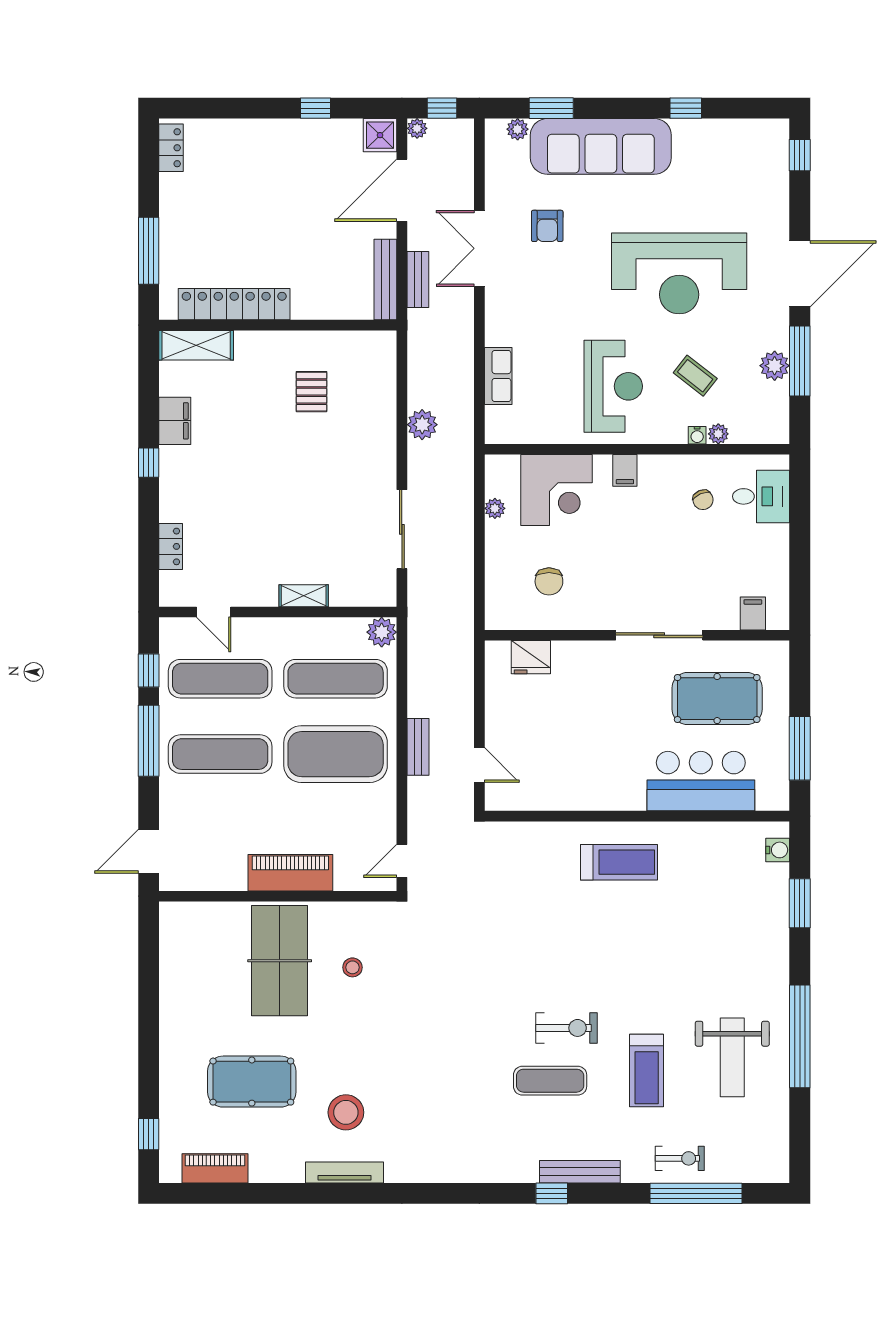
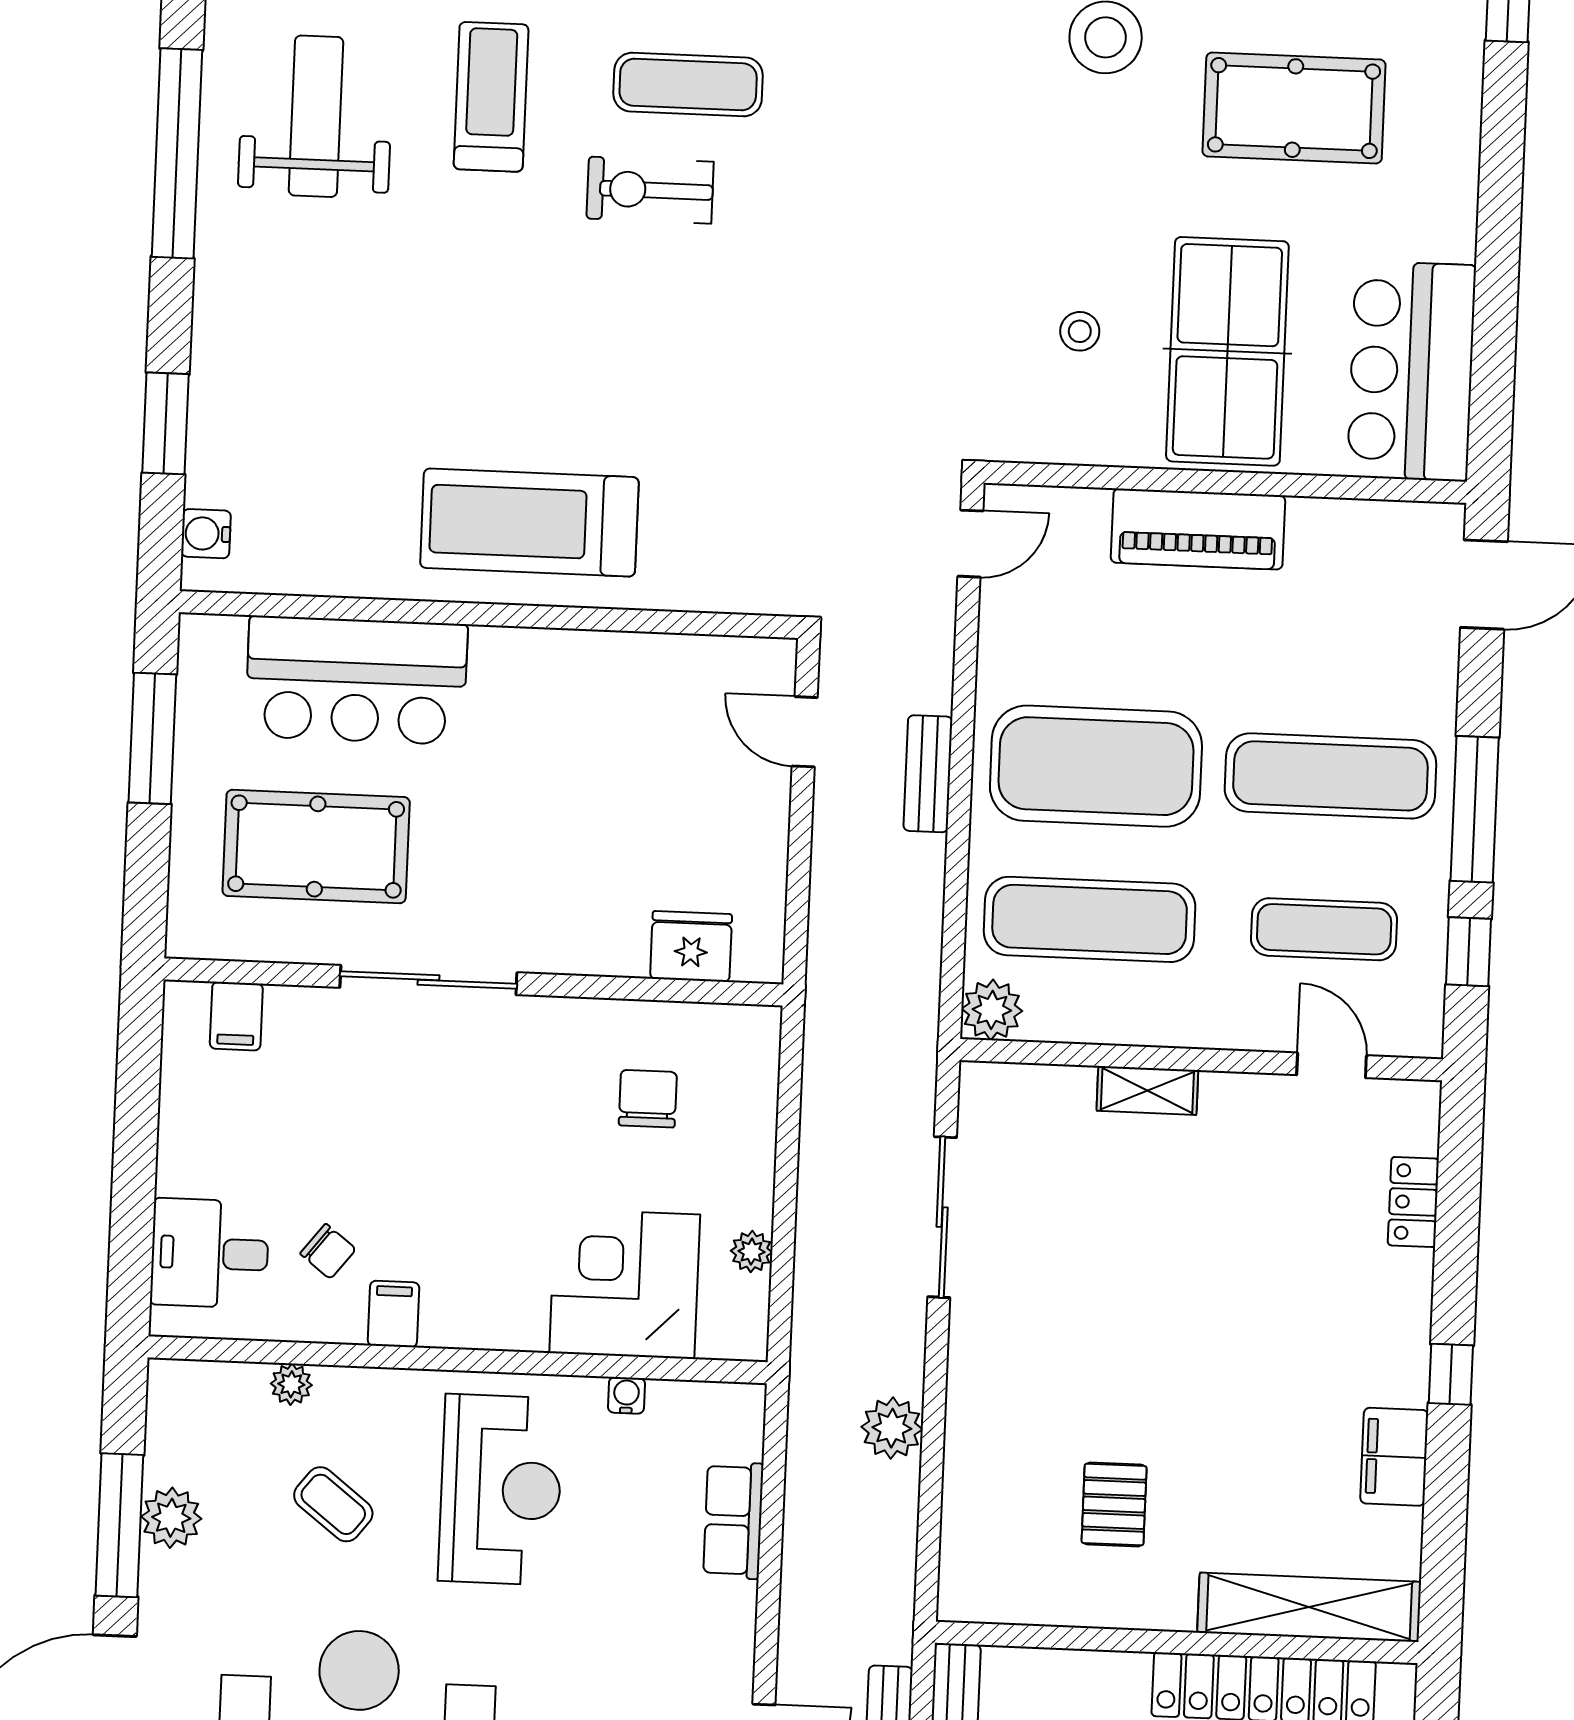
shelving: (196, 345) -> (1309, 1607), width x1.47
reception desk: (613, 386) -> (501, 1490), turned 180
water cooler: (697, 435) -> (626, 1395), moved
filing cabinet: (625, 470) -> (393, 1314), moved
chair: (703, 500) -> (328, 1251), turned 151
exercise mat: (220, 679) -> (1324, 929), width x0.73, depth x0.69
treadmill: (619, 862) -> (529, 523), width x1.37, depth x1.37
bar counter: (189, 955) -> (1412, 371), added

